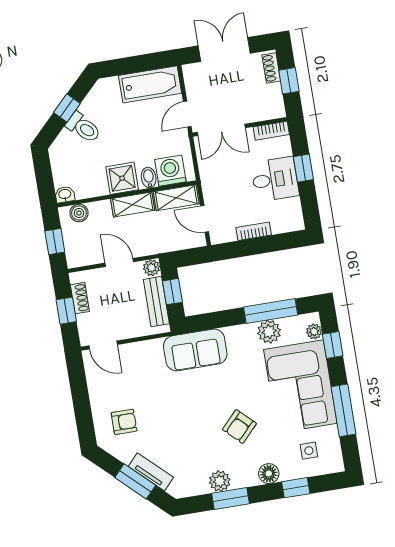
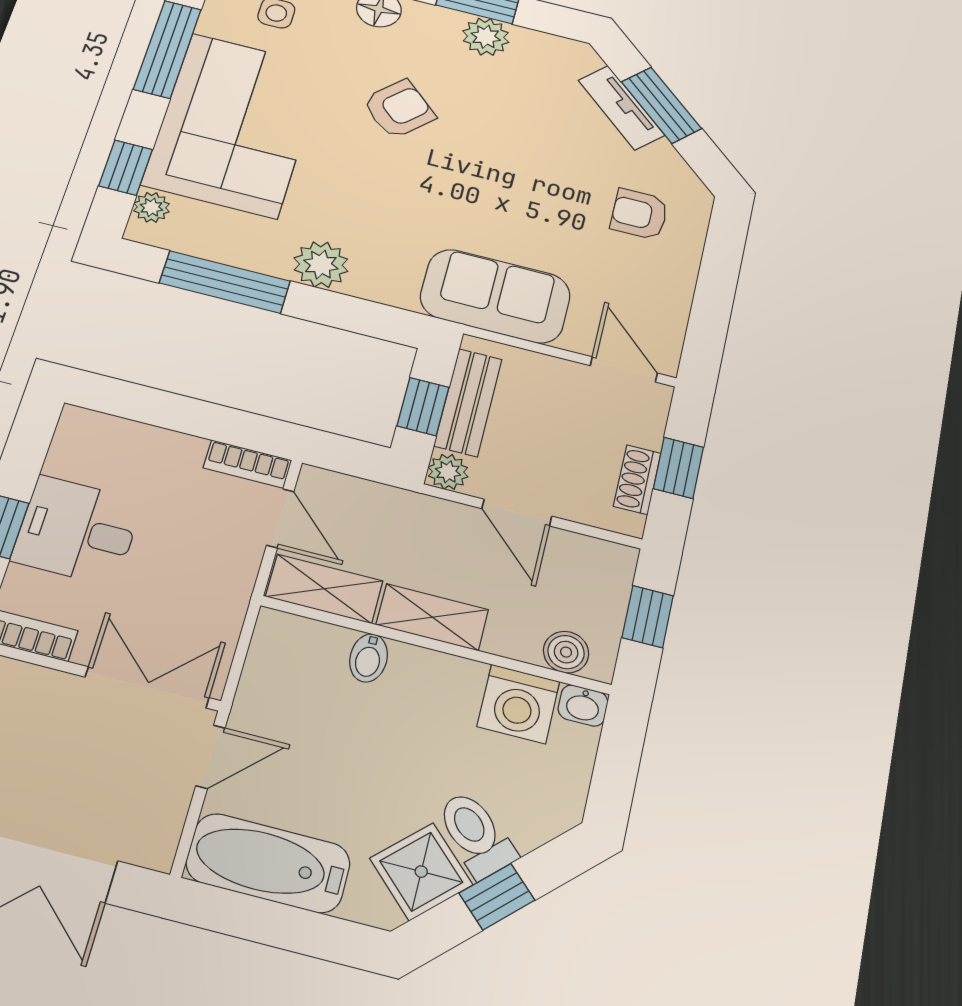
washing machine: (170, 171) -> (518, 704), moved
shower: (122, 178) -> (421, 872), moved, turned 45
bookcase: (254, 231) -> (247, 464), moved
plant: (269, 332) -> (321, 265), moved
sofa: (195, 350) -> (495, 296), moved

